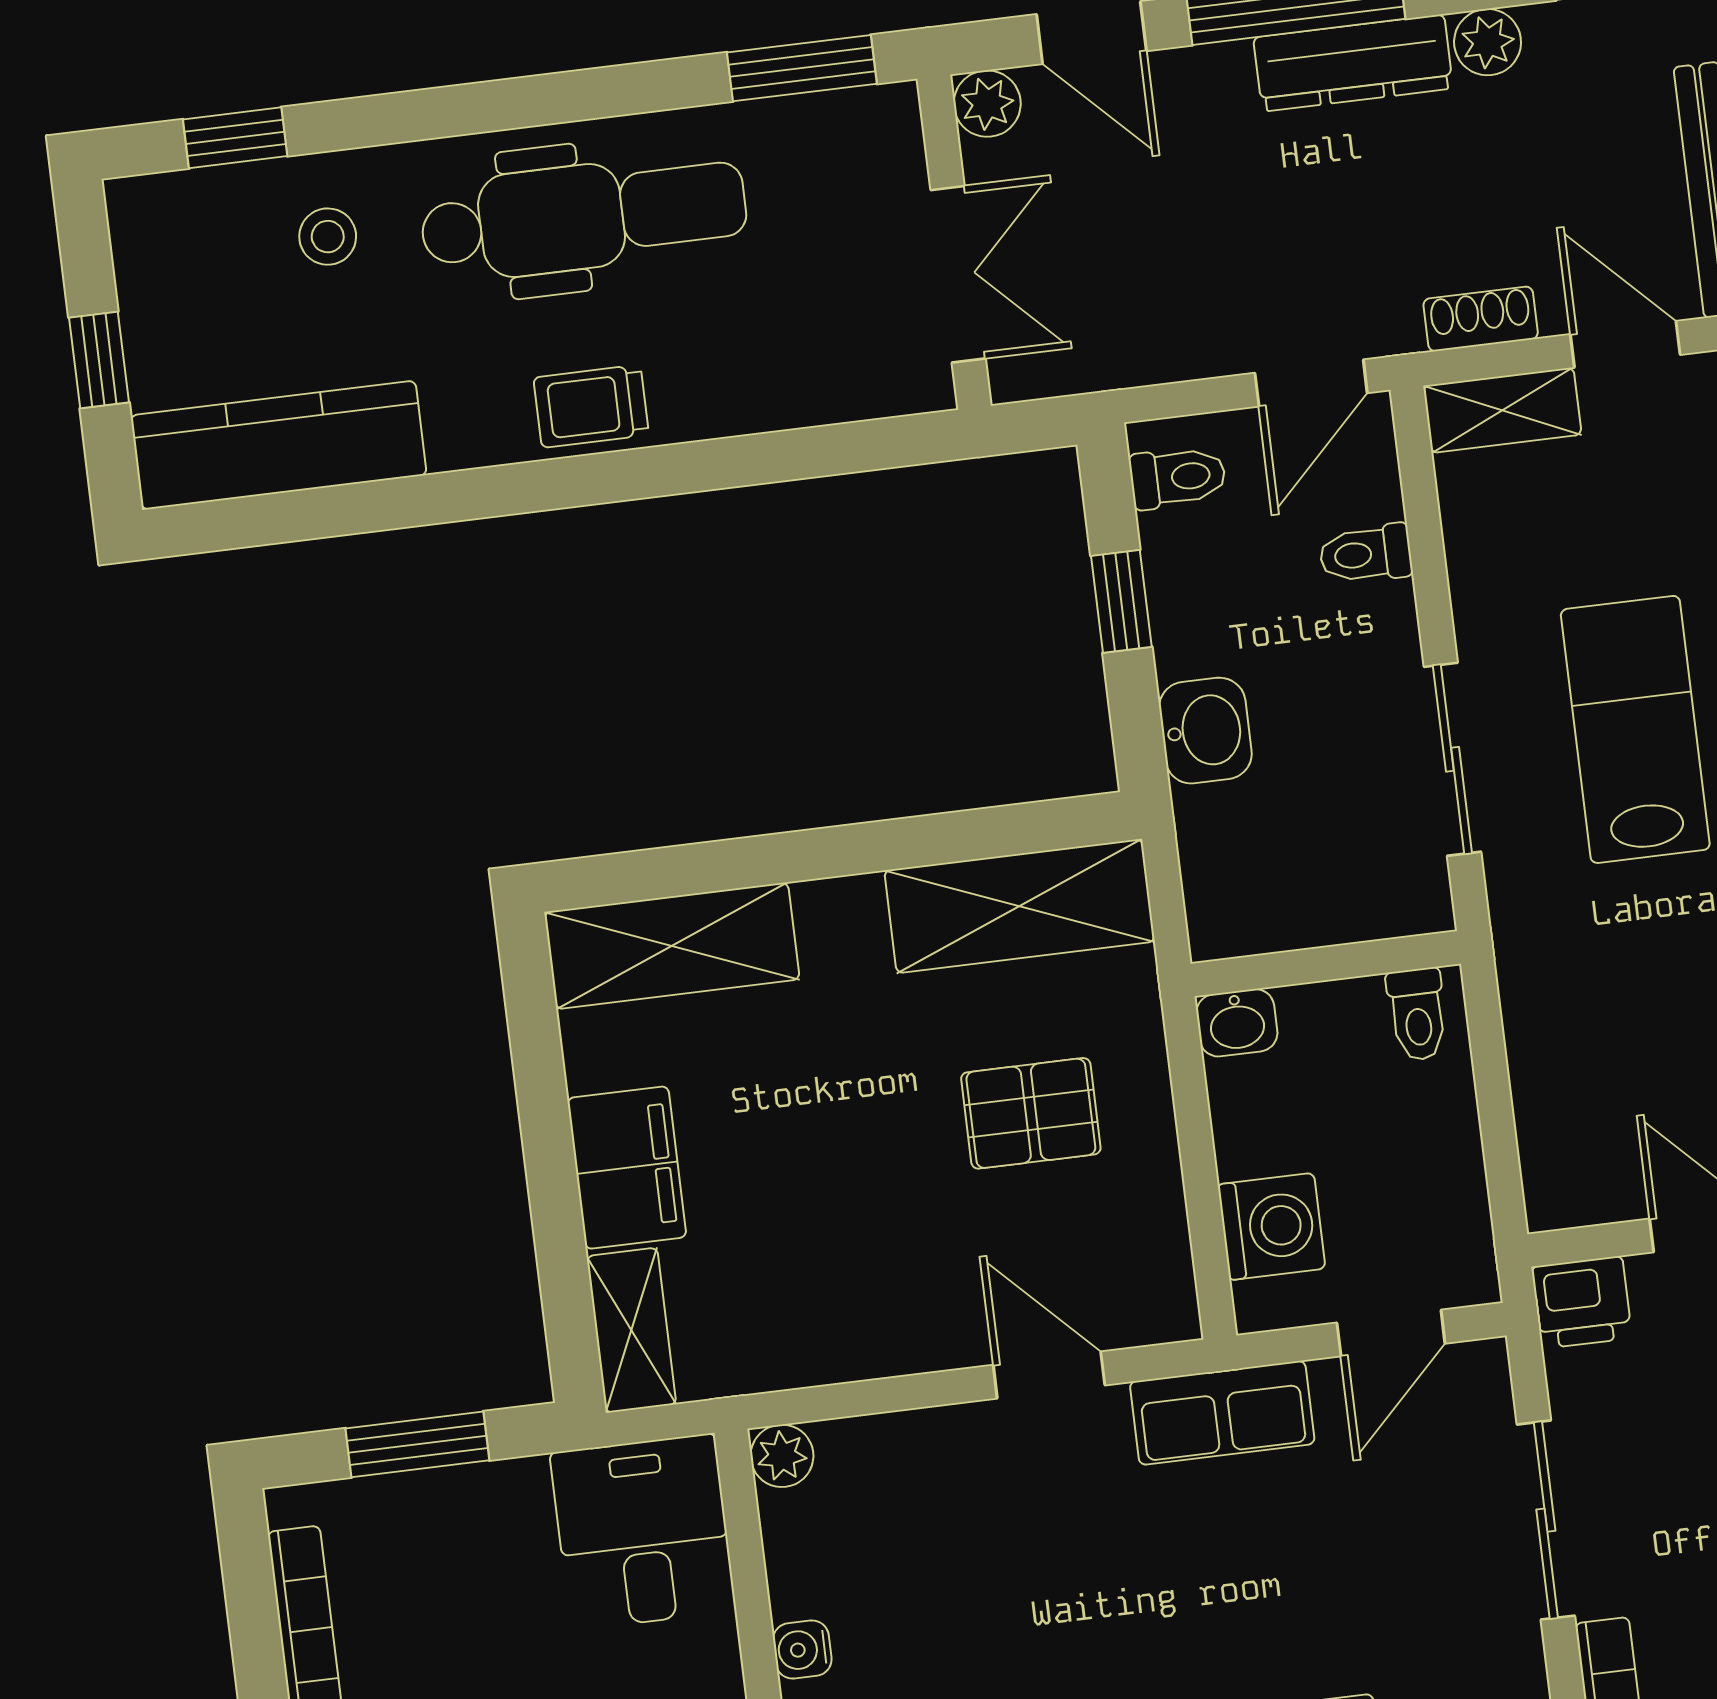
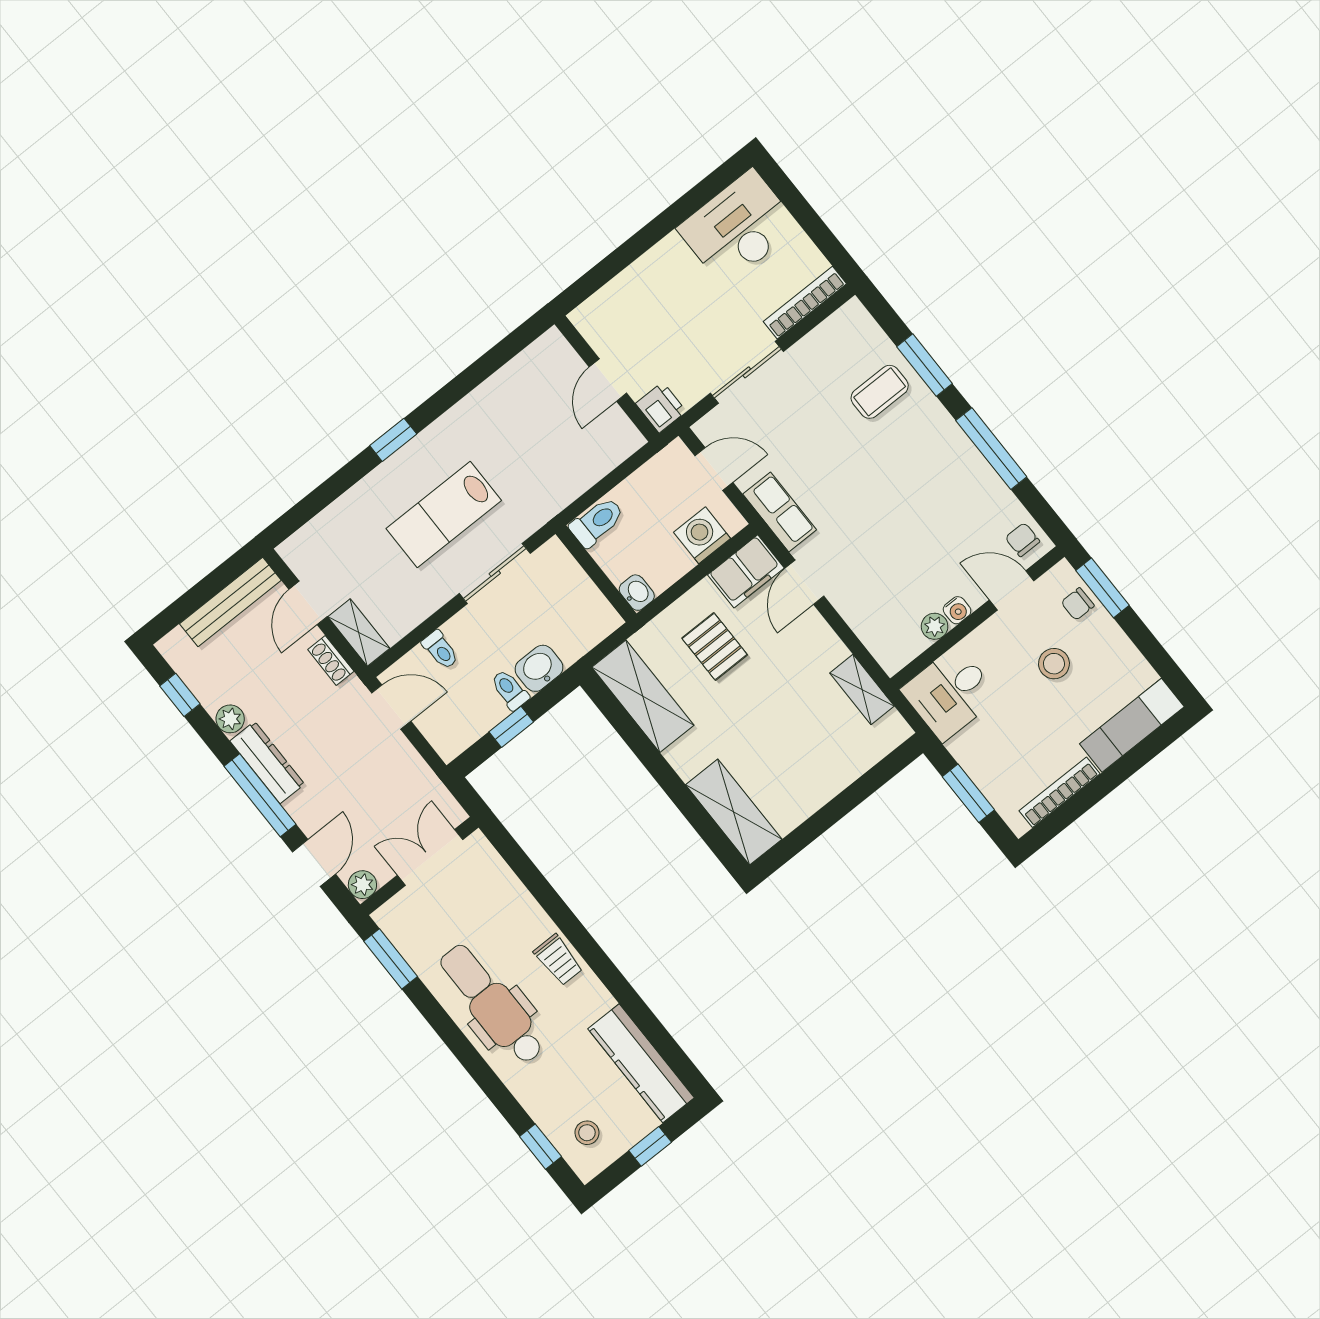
stool: (328, 237) -> (587, 1133), moved
toilet: (1178, 477) -> (510, 690), moved
toilet: (1417, 1014) -> (597, 522), width x1.37, depth x1.39
filing cabinet: (627, 1168) -> (746, 571), moved, turned 180
shelving: (631, 1330) -> (862, 689), moved, turned 90
plant: (782, 1456) -> (935, 626), moved

